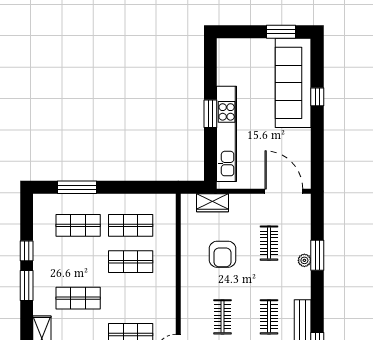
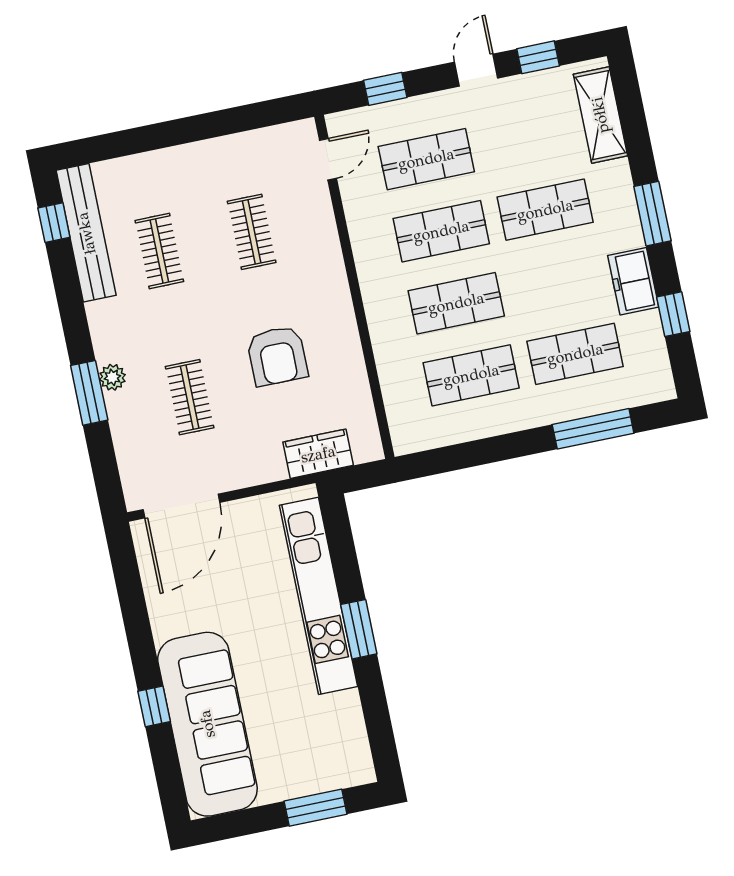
window: (281, 32) -> (315, 808), moved
door: (284, 191) -> (181, 506), hinge flipped
window: (27, 251) -> (673, 314), moved
armchair: (222, 254) -> (277, 356), turned 180
freezer: (43, 255) -> (633, 281), added
shop shelf: (131, 298) -> (441, 231), added

